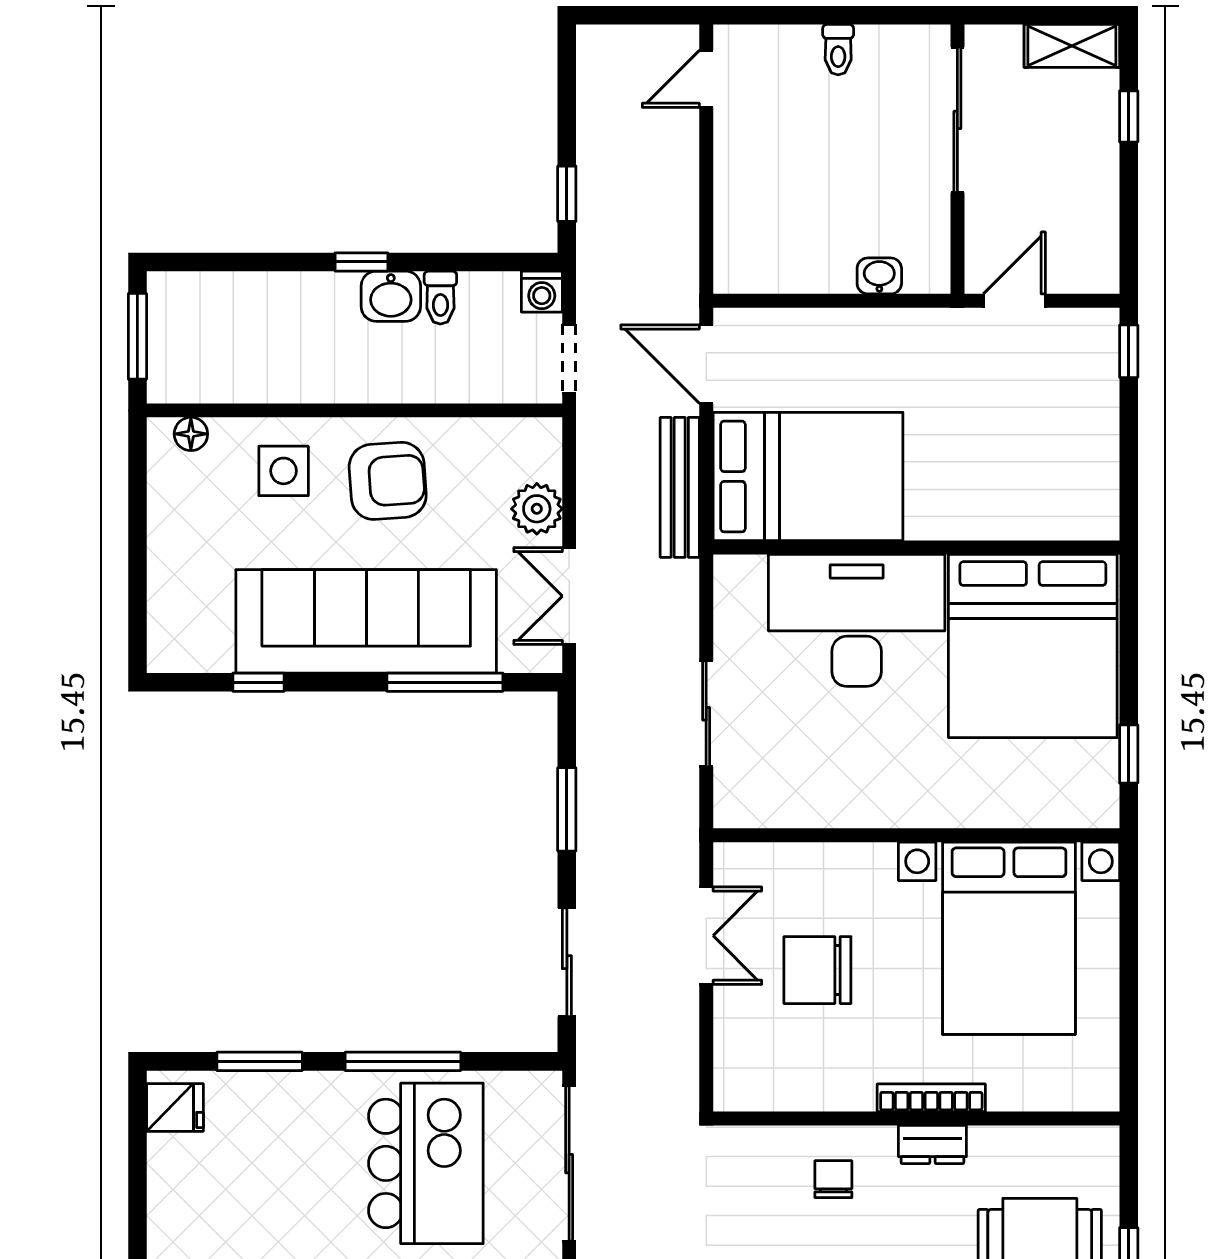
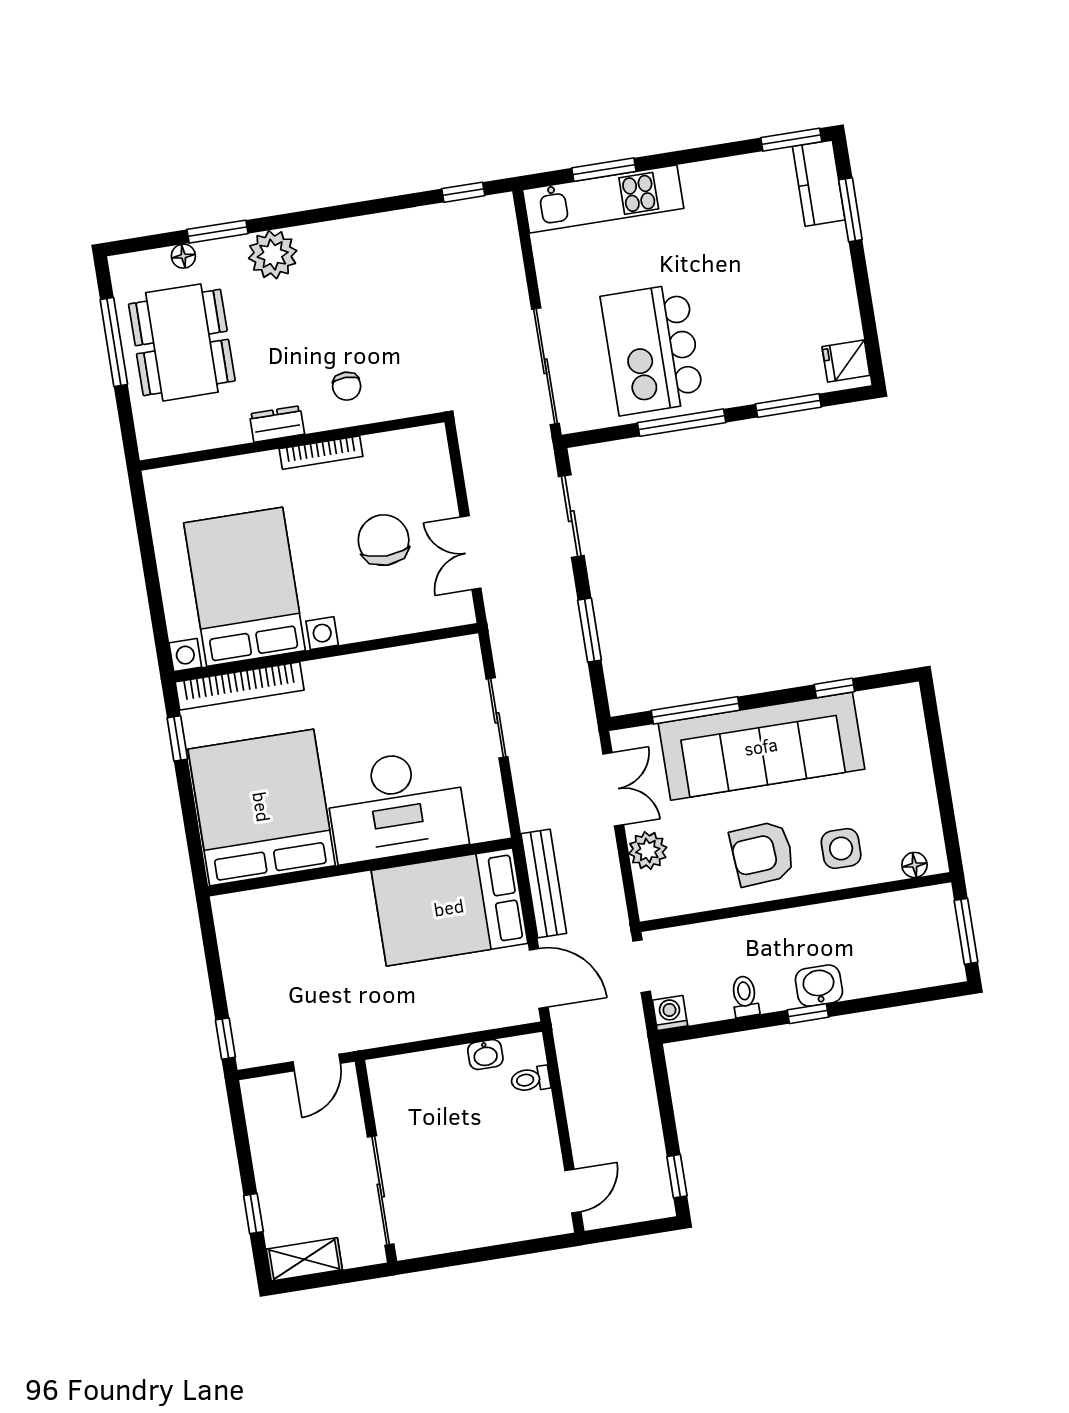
toilet: (838, 50) -> (530, 1079), moved, turned -90
window: (567, 194) -> (677, 1176), moved
washbasin: (879, 276) -> (485, 1055), moved
washbasin: (391, 296) -> (819, 986), moved
bookcase: (1036, 809) -> (240, 686), added
chair: (817, 970) -> (384, 540), turned -90
bookcase: (931, 1098) -> (321, 453), moved

